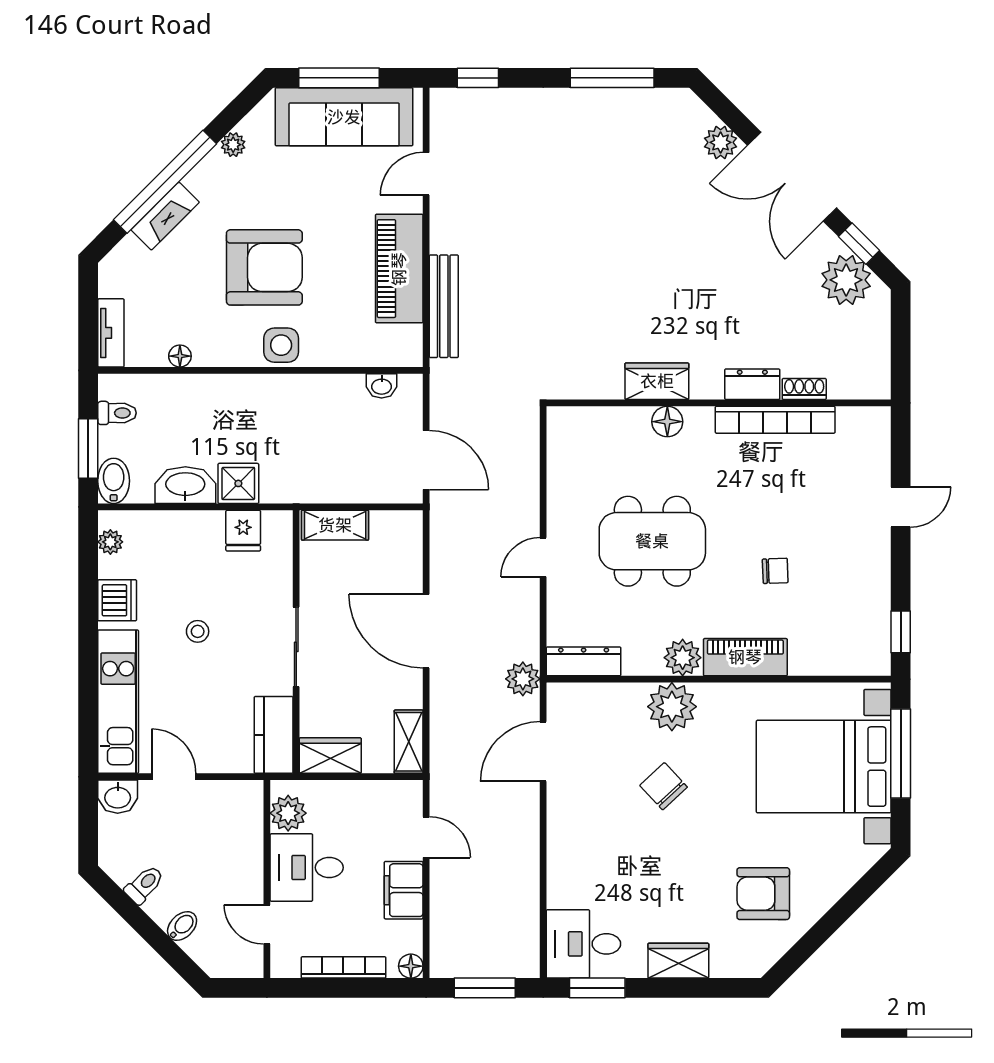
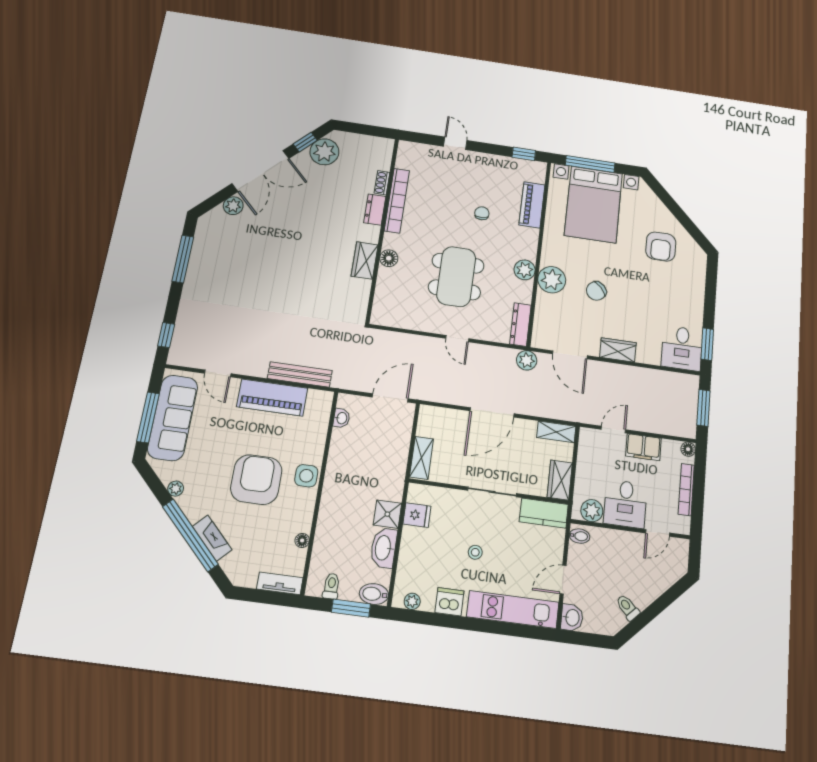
piano: (745, 657) -> (532, 205), moved
bidet: (182, 926) -> (580, 536), moved, turned 135
wardrobe: (678, 961) -> (618, 350), moved, turned 90

